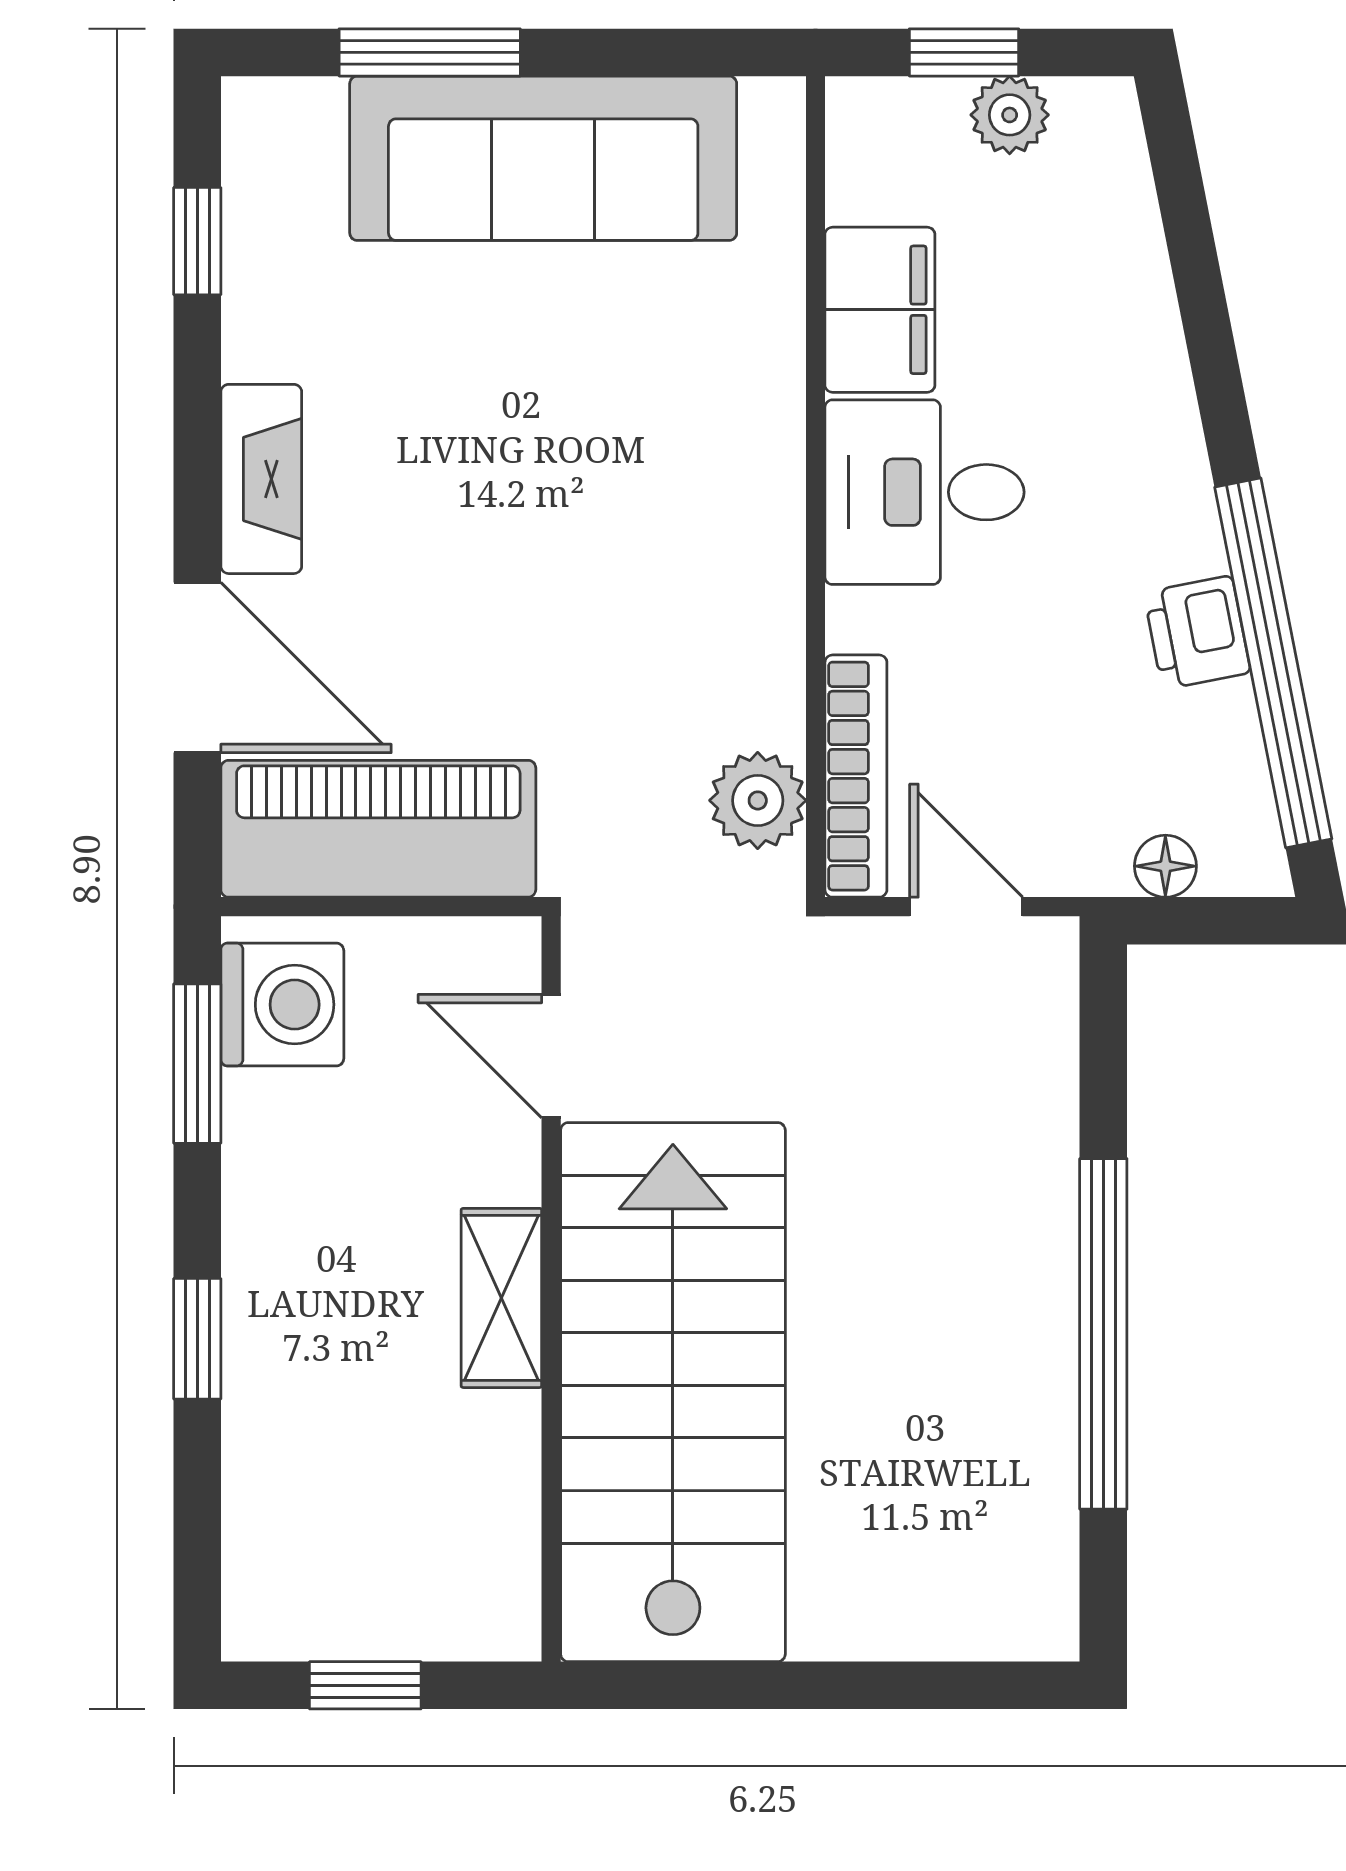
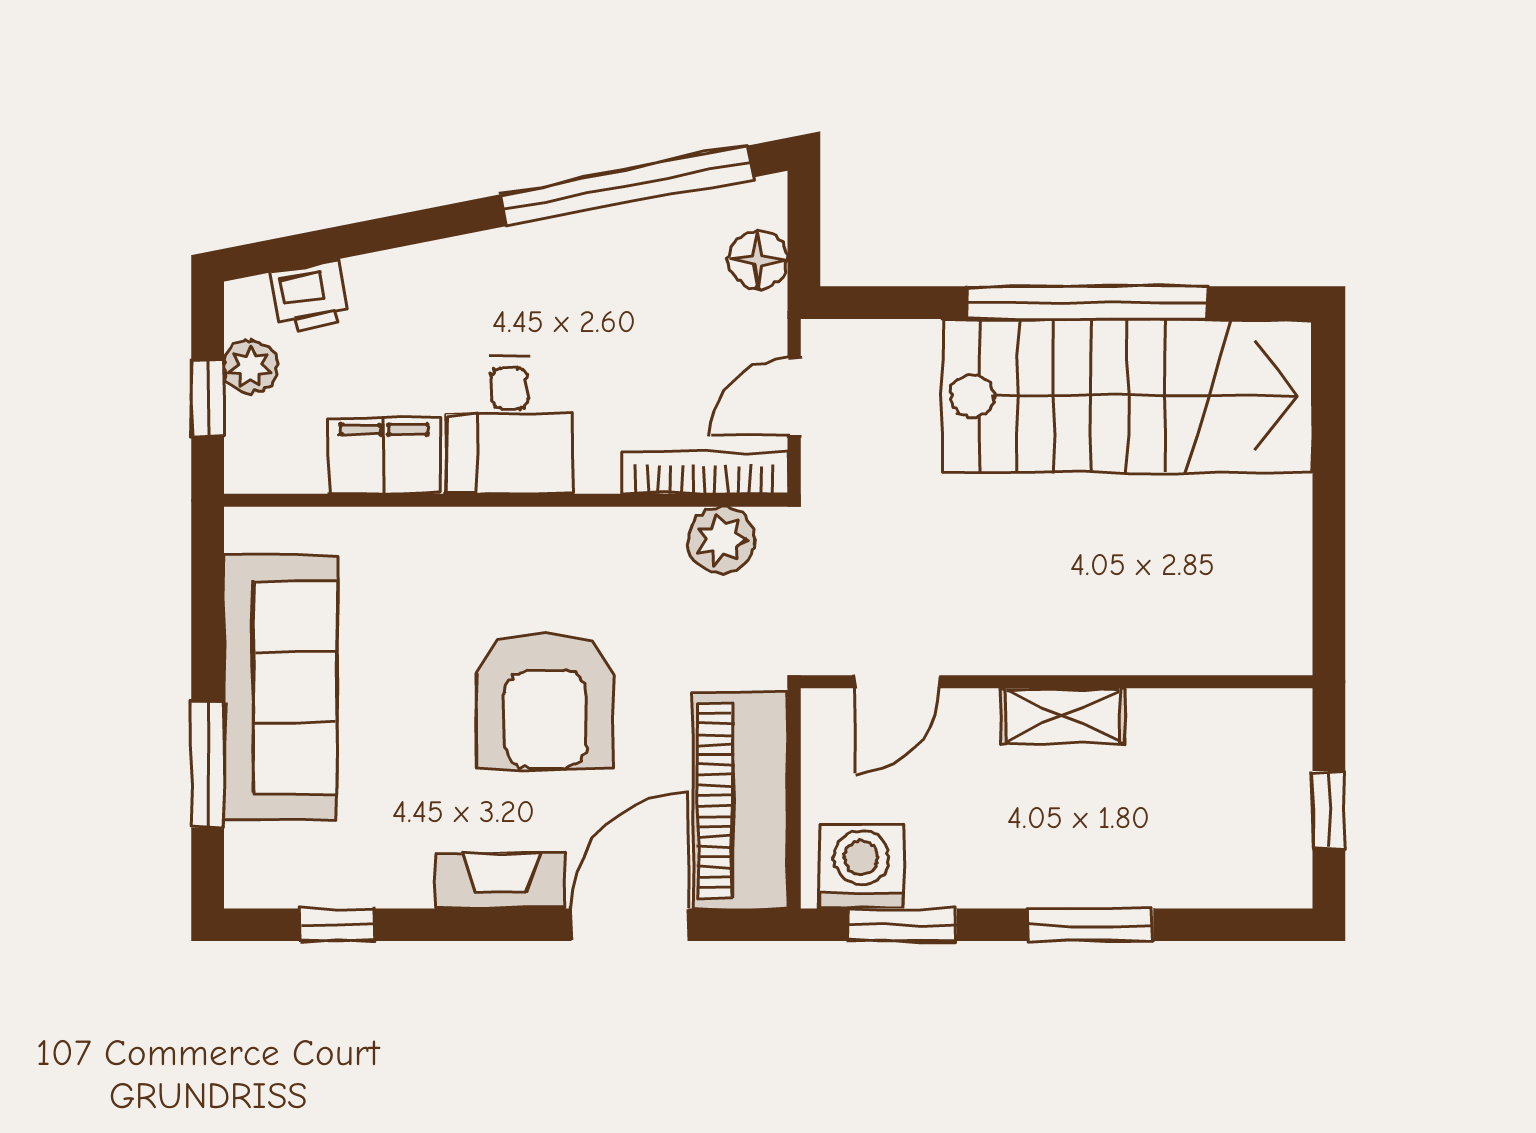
armchair: (524, 544) -> (545, 701), added
printer: (1197, 633) -> (311, 296), moved
floor lamp: (1165, 866) -> (758, 260), width x1.37, depth x1.37
window: (197, 1339) -> (1091, 925), width x1.50
stairs: (673, 1392) -> (1128, 396), moved, turned 180

